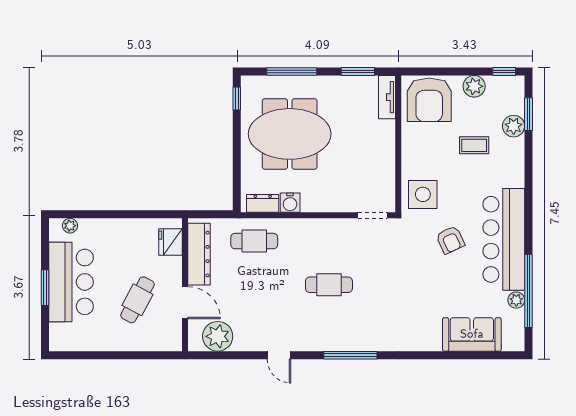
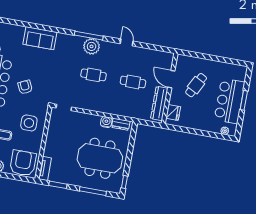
side table: (423, 194) -> (29, 123), moved
cafe table: (254, 241) -> (133, 82), moved
sofa: (472, 334) -> (40, 38), moved
plant: (218, 336) -> (92, 46), moved

